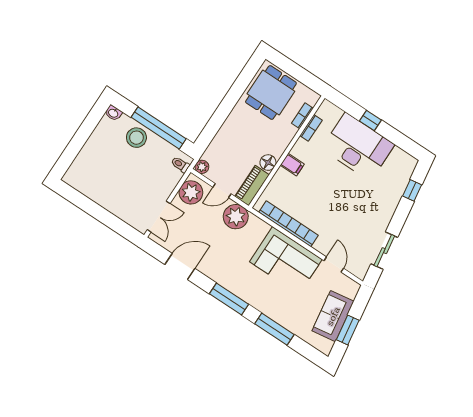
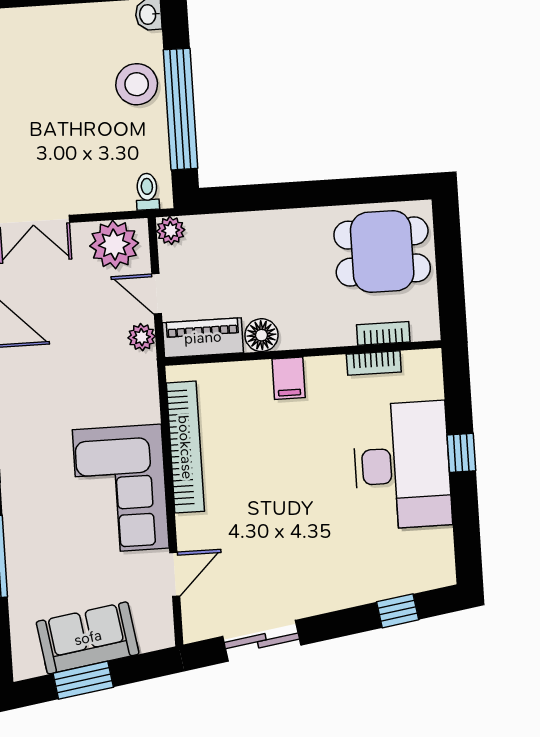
plant: (236, 217) -> (142, 337), width x0.53, depth x0.53

